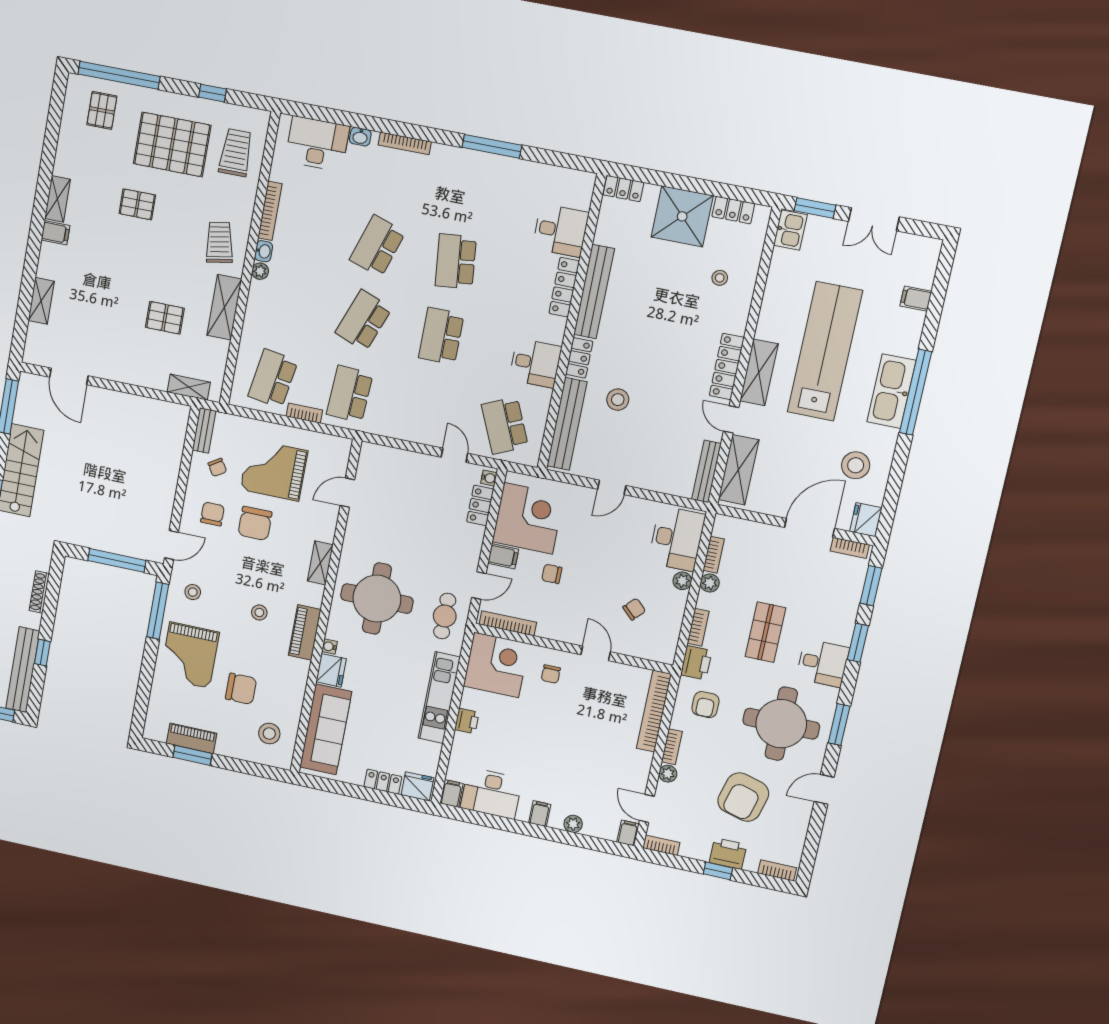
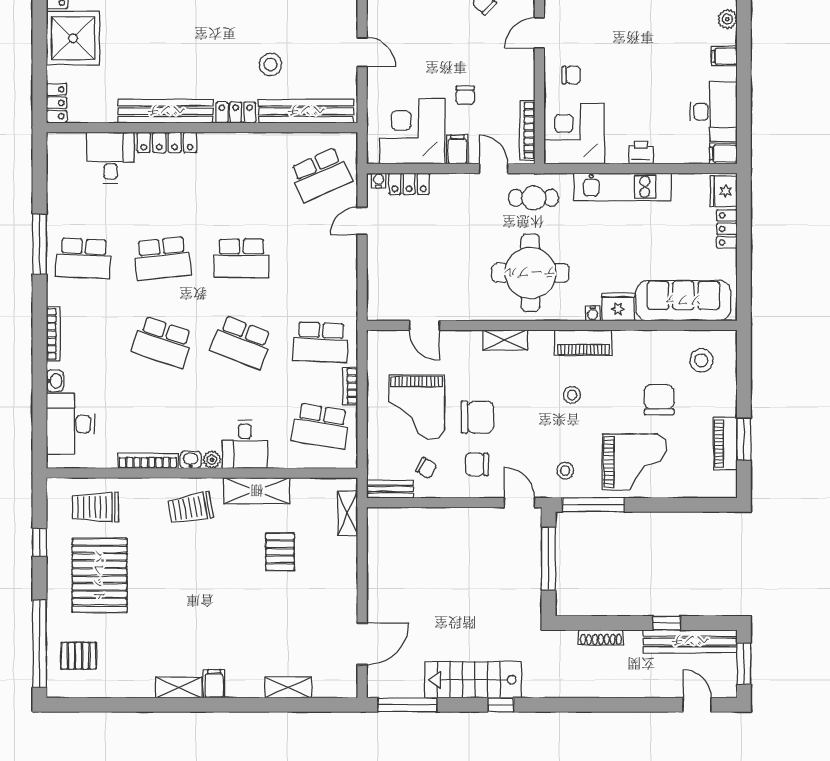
school desk: (470, 186) -> (83, 258), added
pallet: (137, 204) -> (168, 602), removed
desk: (535, 363) -> (245, 444), moved, turned 180
chair: (217, 467) -> (426, 468), turned 63

